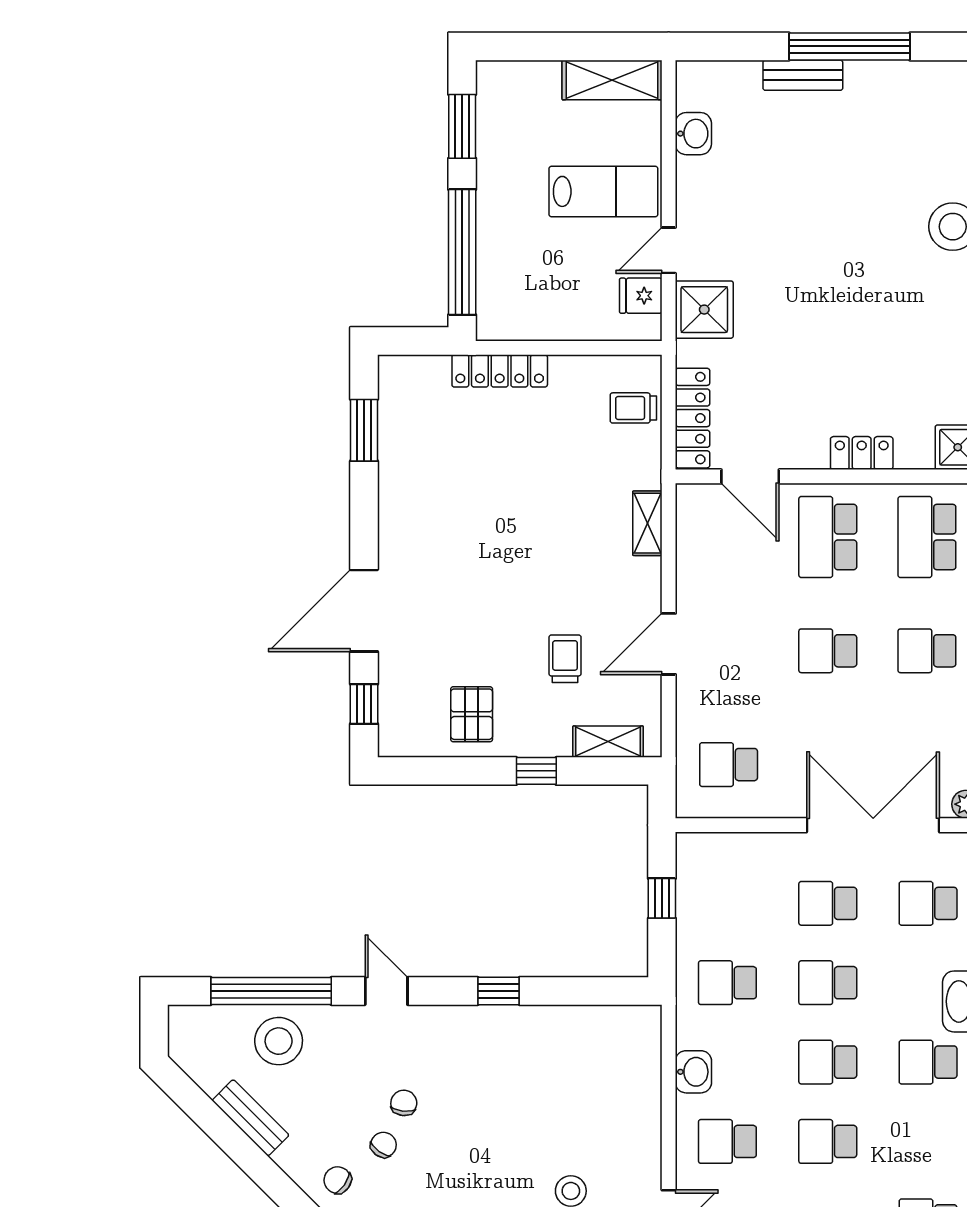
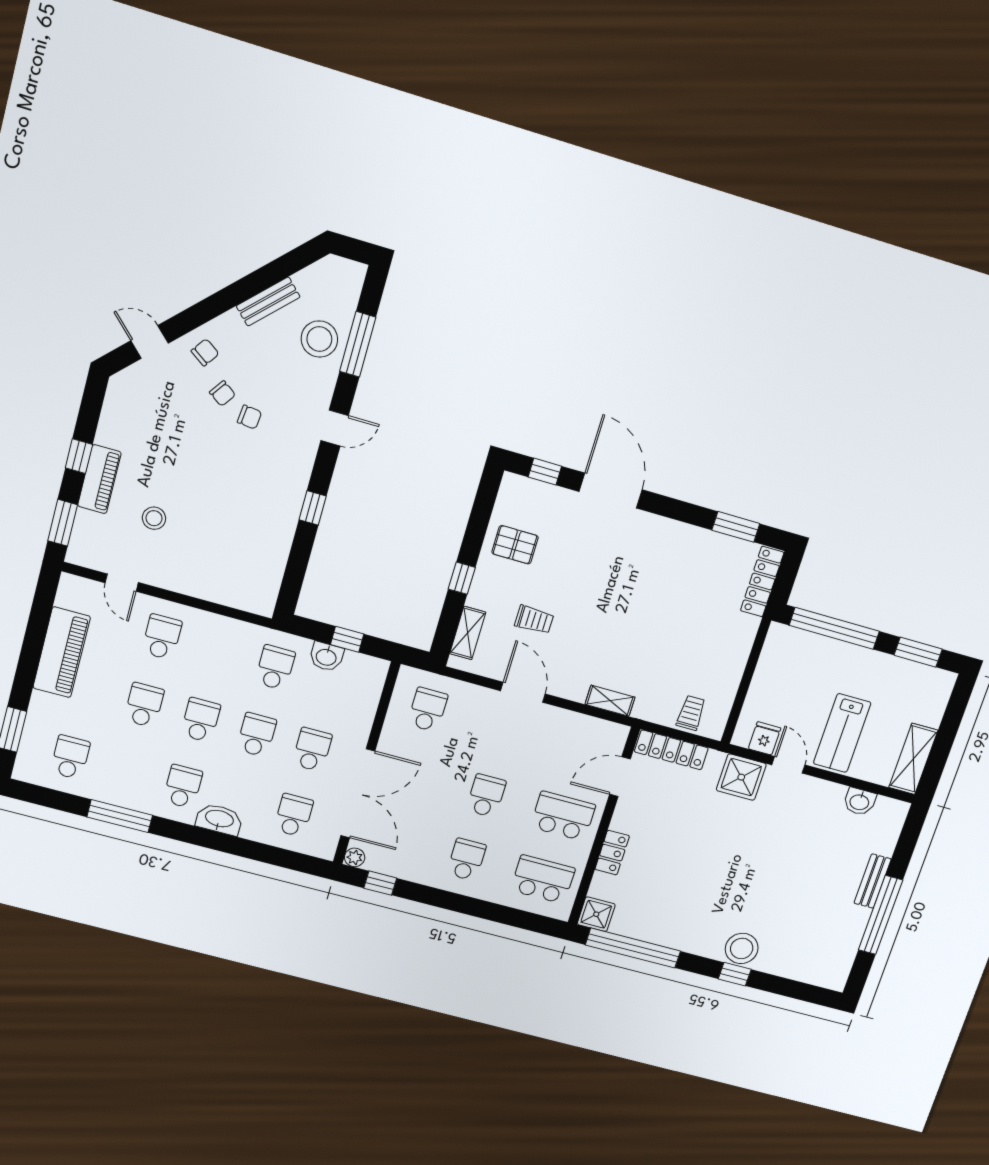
locker: (500, 371) -> (762, 582), moved
window: (271, 991) -> (358, 344), width x0.68
washbasin: (693, 1072) -> (326, 657), moved

